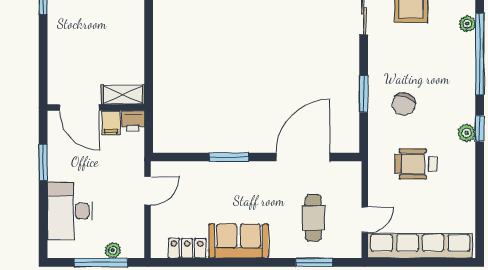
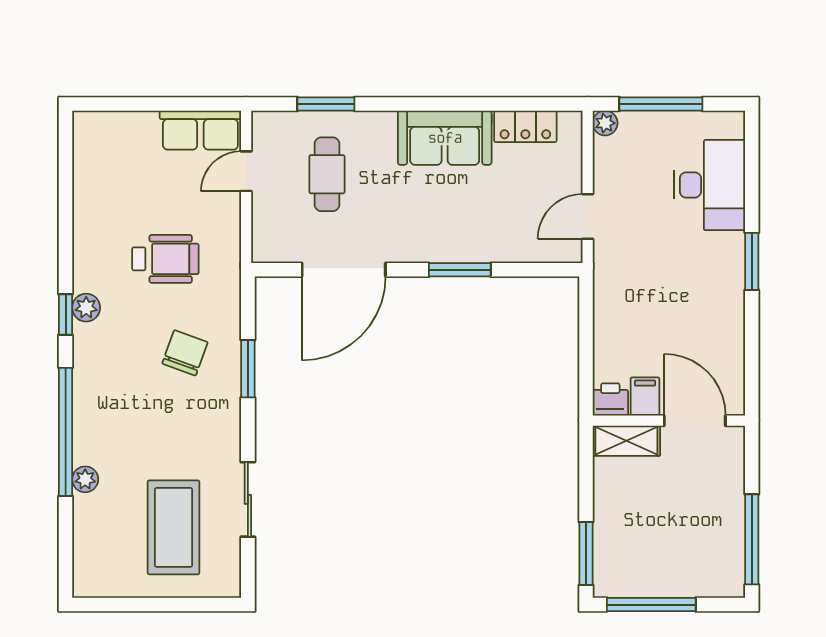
shelving: (123, 95) -> (626, 441), moved
door: (79, 107) -> (695, 421), moved
wall: (96, 107) -> (669, 421), moved
printer: (133, 121) -> (610, 399), moved
filing cabinet: (111, 123) -> (645, 396), moved
row of seats: (420, 246) -> (200, 130), width x0.50
plant: (113, 250) -> (605, 123), moved

